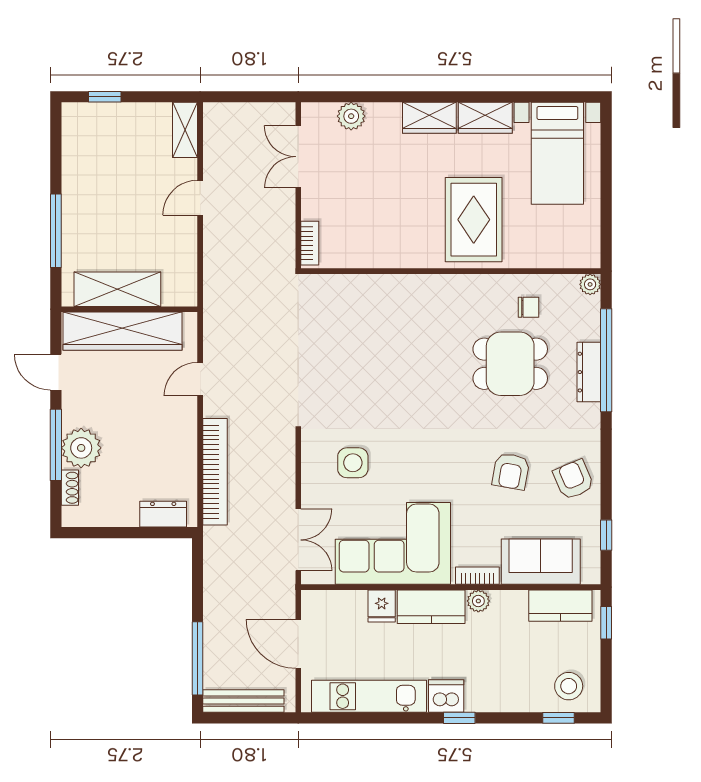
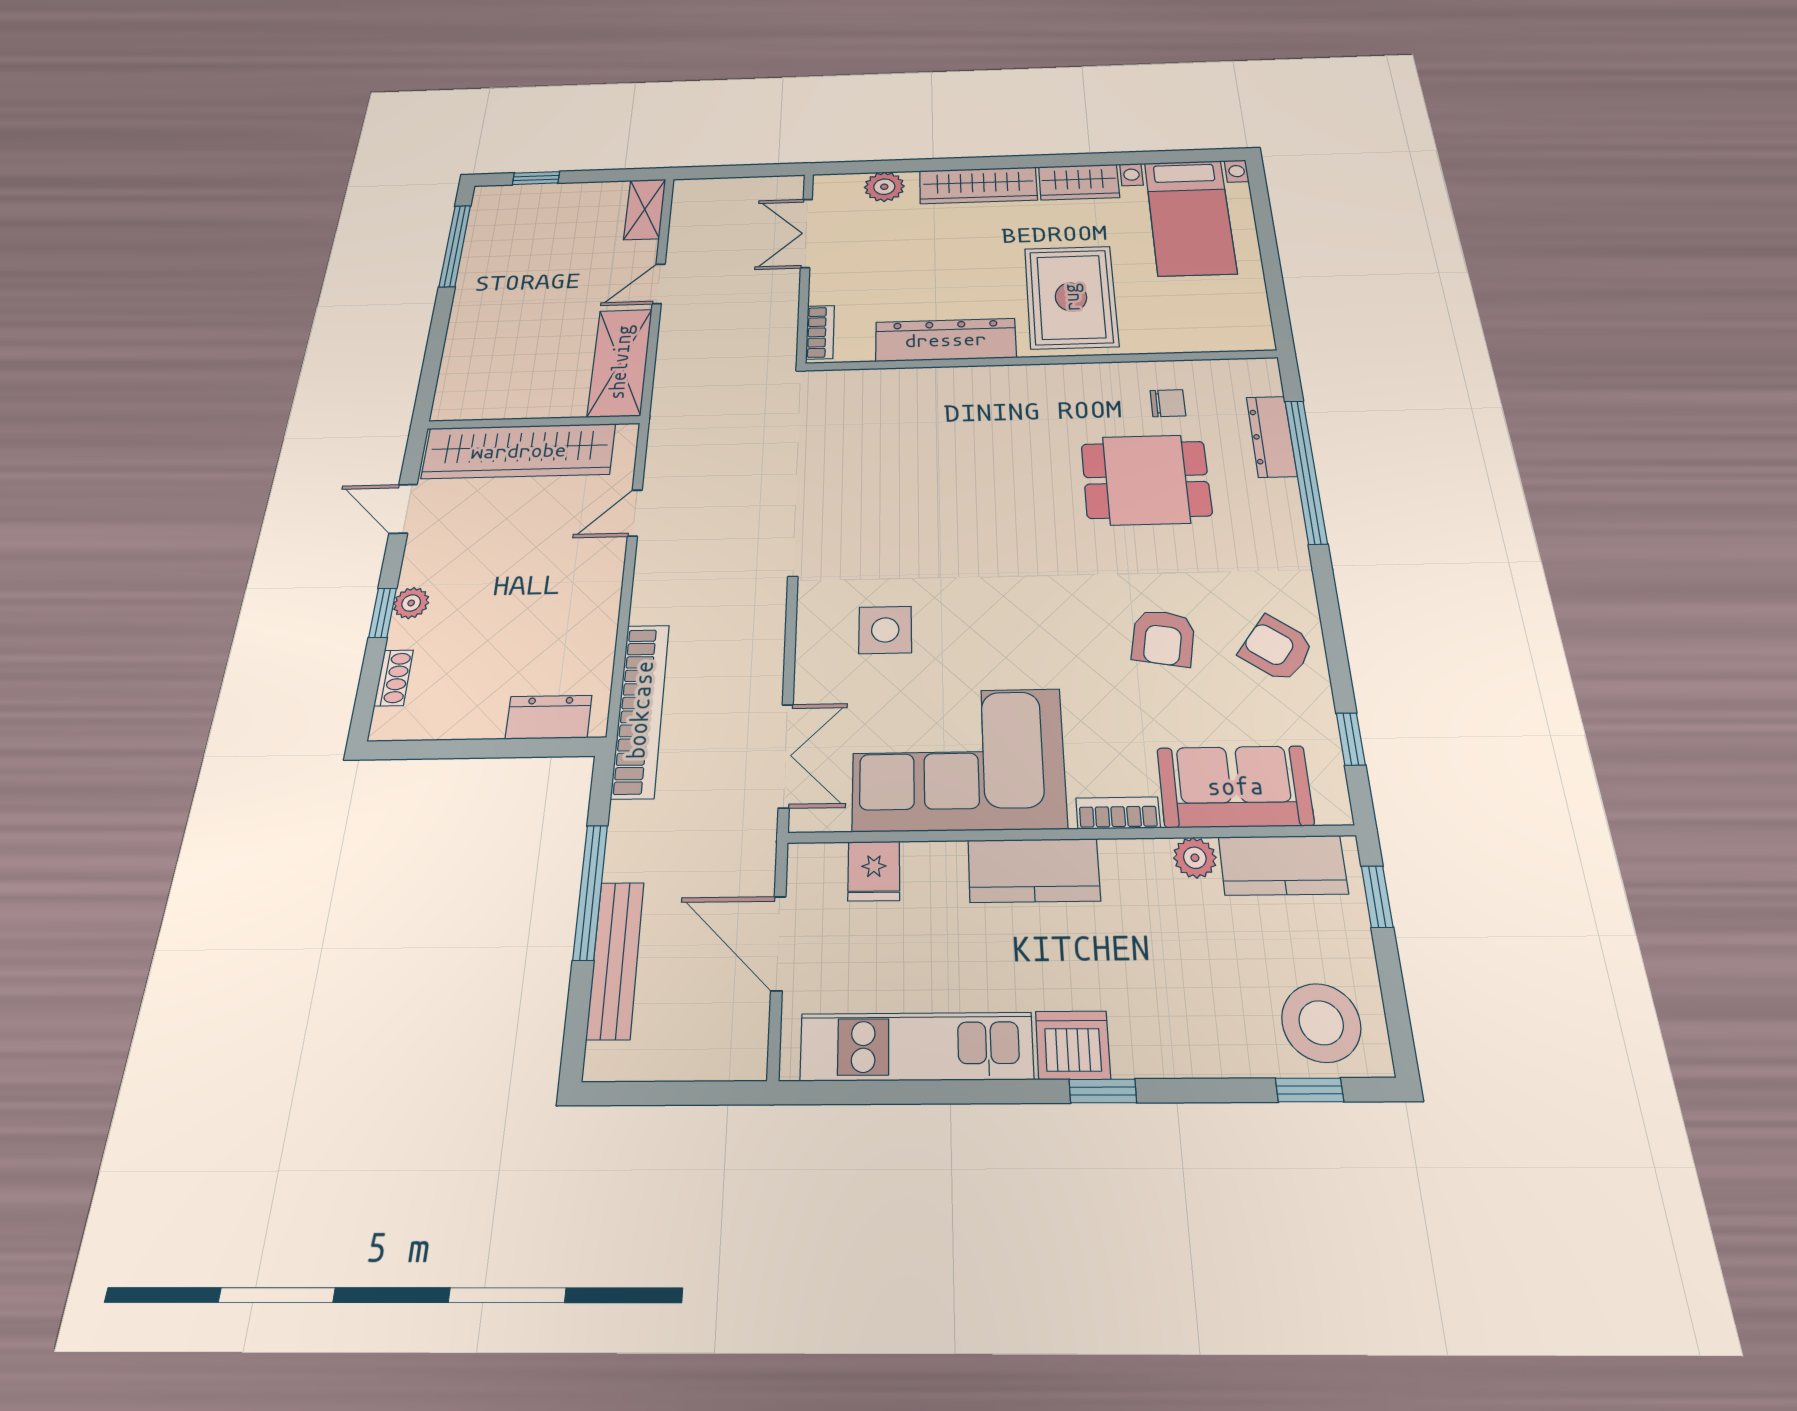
wardrobe: (429, 118) -> (978, 185), width x1.50
window: (56, 231) -> (455, 246), moved
dresser: (391, 252) -> (946, 340), added
plant: (590, 284) -> (1263, 371), removed
shelving: (117, 289) -> (620, 362), moved, turned 90
dresser: (589, 372) -> (1272, 436), moved
window: (56, 445) -> (383, 613), width x0.46
plant: (81, 448) -> (411, 603), width x0.53, depth x0.53
bookcase: (215, 472) -> (640, 710), moved
armchair: (573, 480) -> (1277, 649), turned -31
plant: (478, 601) -> (1195, 858), moved
fridge: (382, 606) -> (874, 871), moved
window: (197, 658) -> (590, 892), moved
stool: (569, 686) -> (1321, 1023), width x1.38, depth x1.38
bench: (243, 701) -> (615, 959), moved, turned 90

